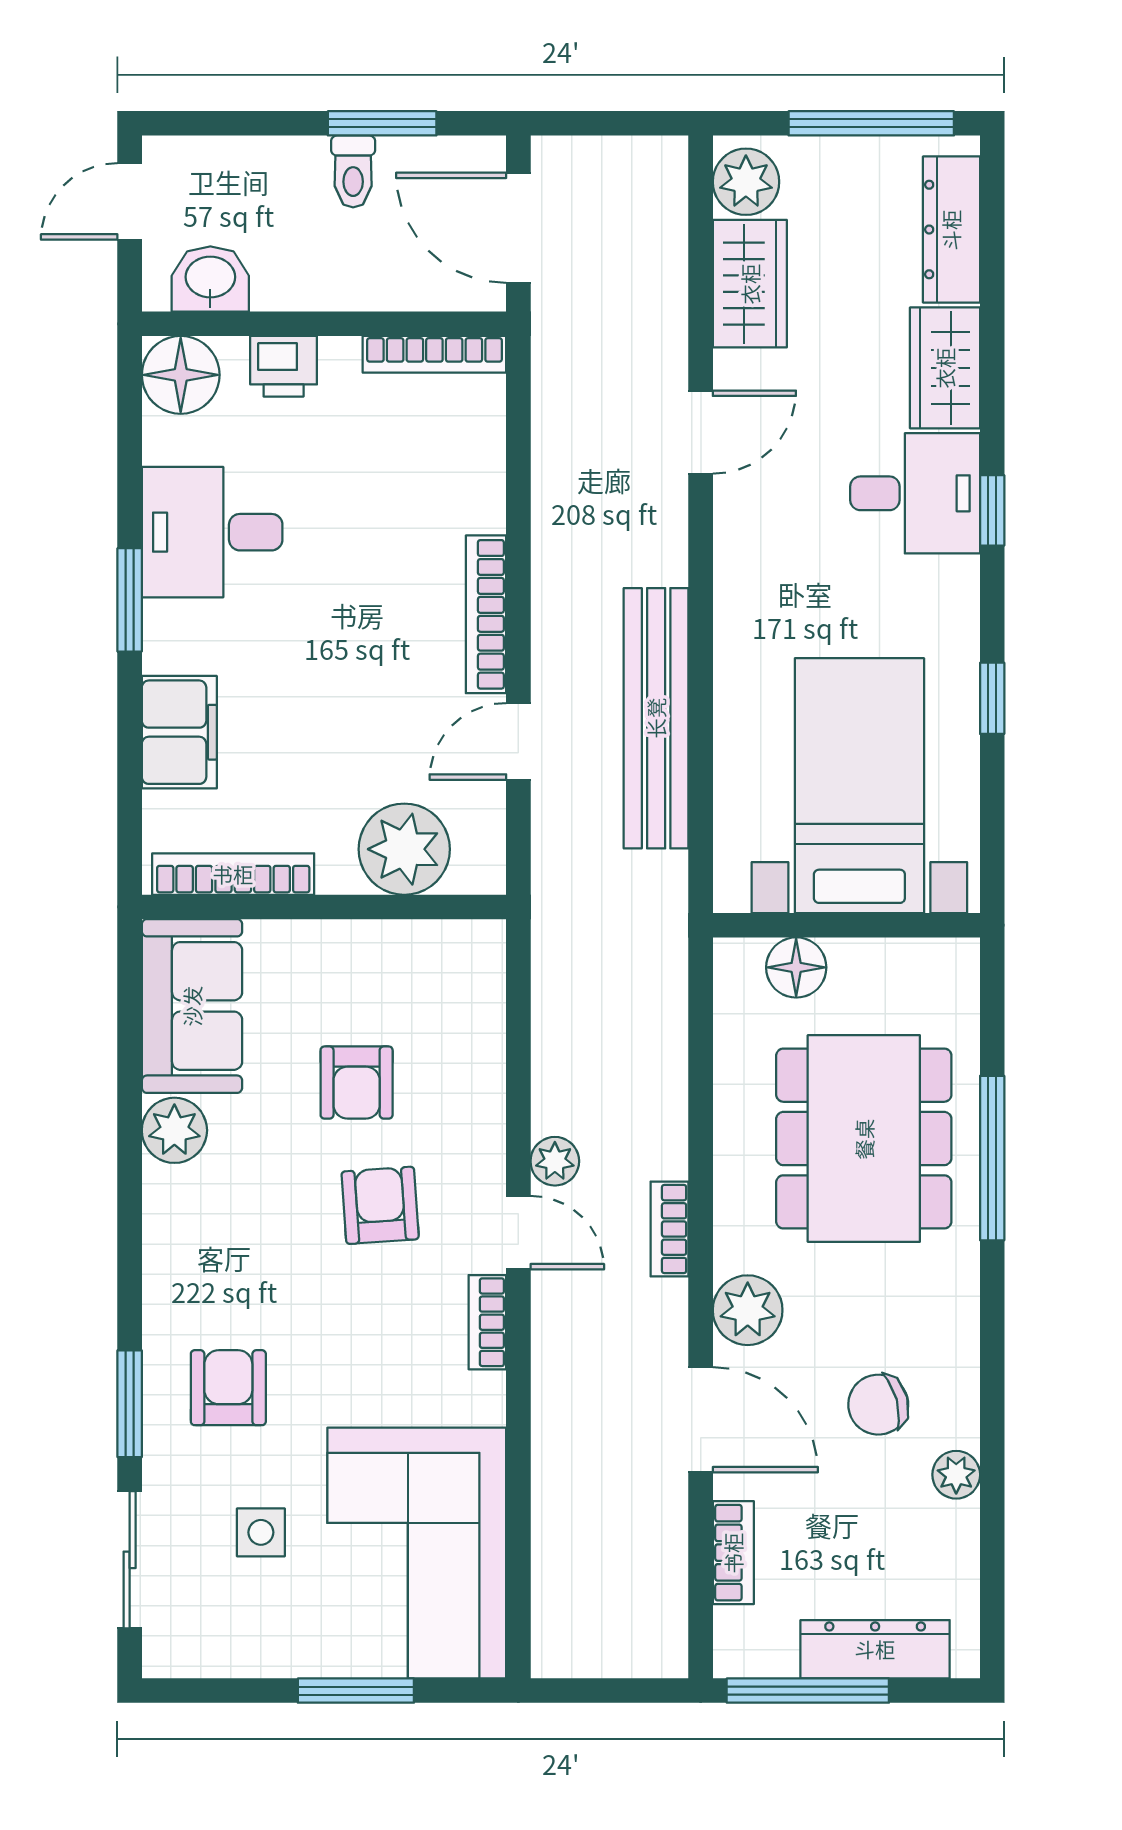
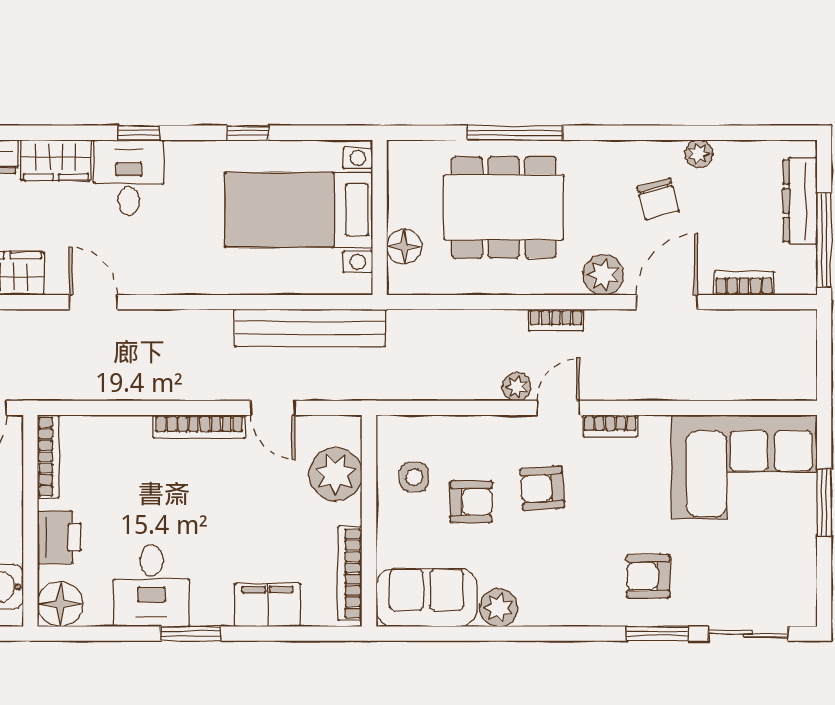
printer: (284, 366) -> (59, 537), width x1.36, depth x1.24
bench: (656, 718) -> (310, 328), moved
side table: (261, 1532) -> (414, 477), moved

